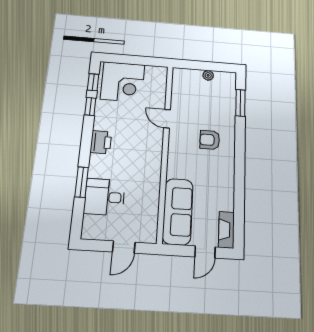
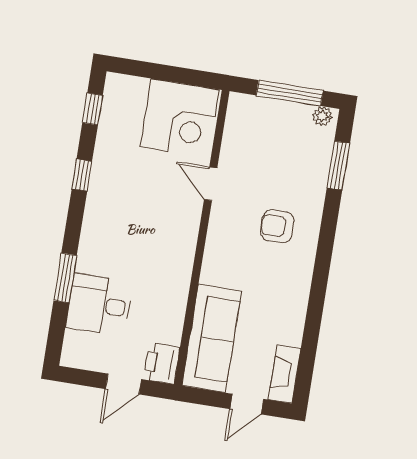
window: (207, 66) -> (290, 93), added
plant: (208, 75) -> (322, 116), moved
corner desk: (123, 82) -> (180, 118), moved
window: (90, 106) -> (82, 175), moved
printer: (101, 142) -> (162, 363), moved, turned 180

